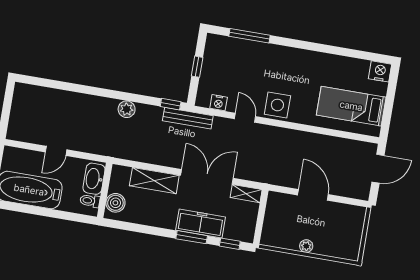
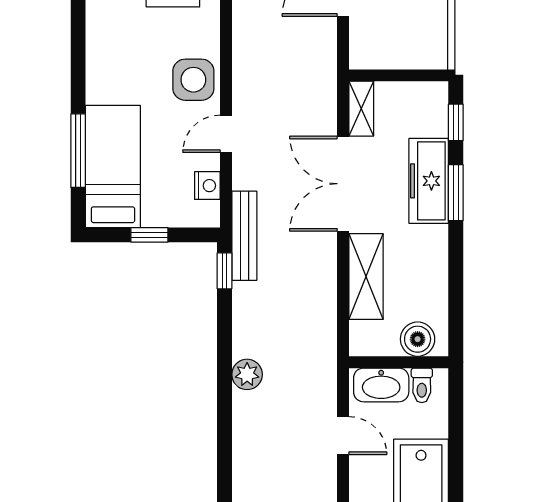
bed: (238, 53) -> (113, 166), added
plant: (127, 109) -> (247, 374), moved
door: (56, 151) -> (343, 436), moved

